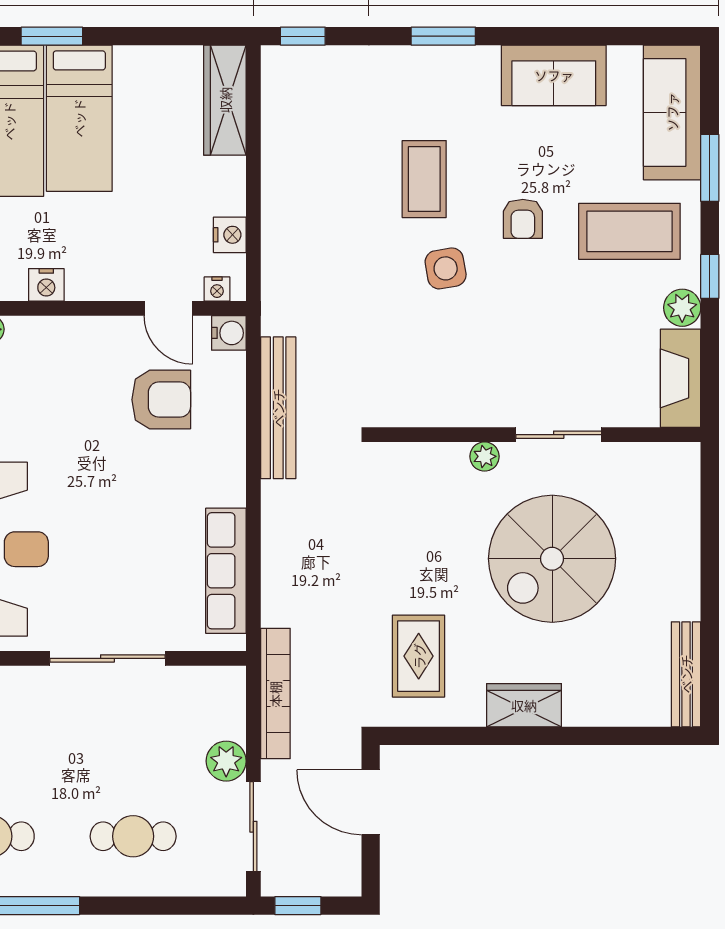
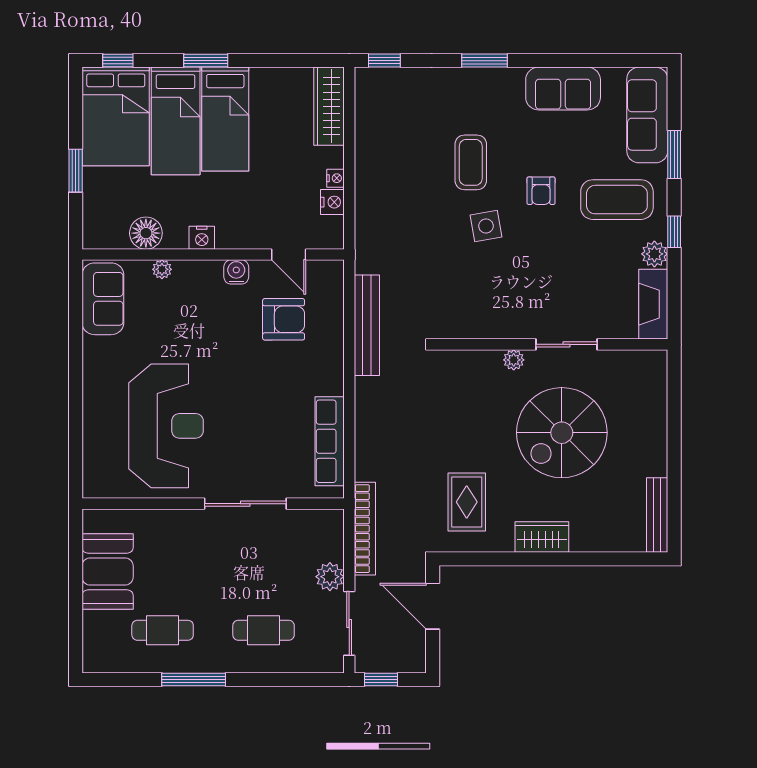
nightstand: (217, 289) -> (335, 178), moved, turned -90
water cooler: (229, 333) -> (236, 272), moved, turned -90

